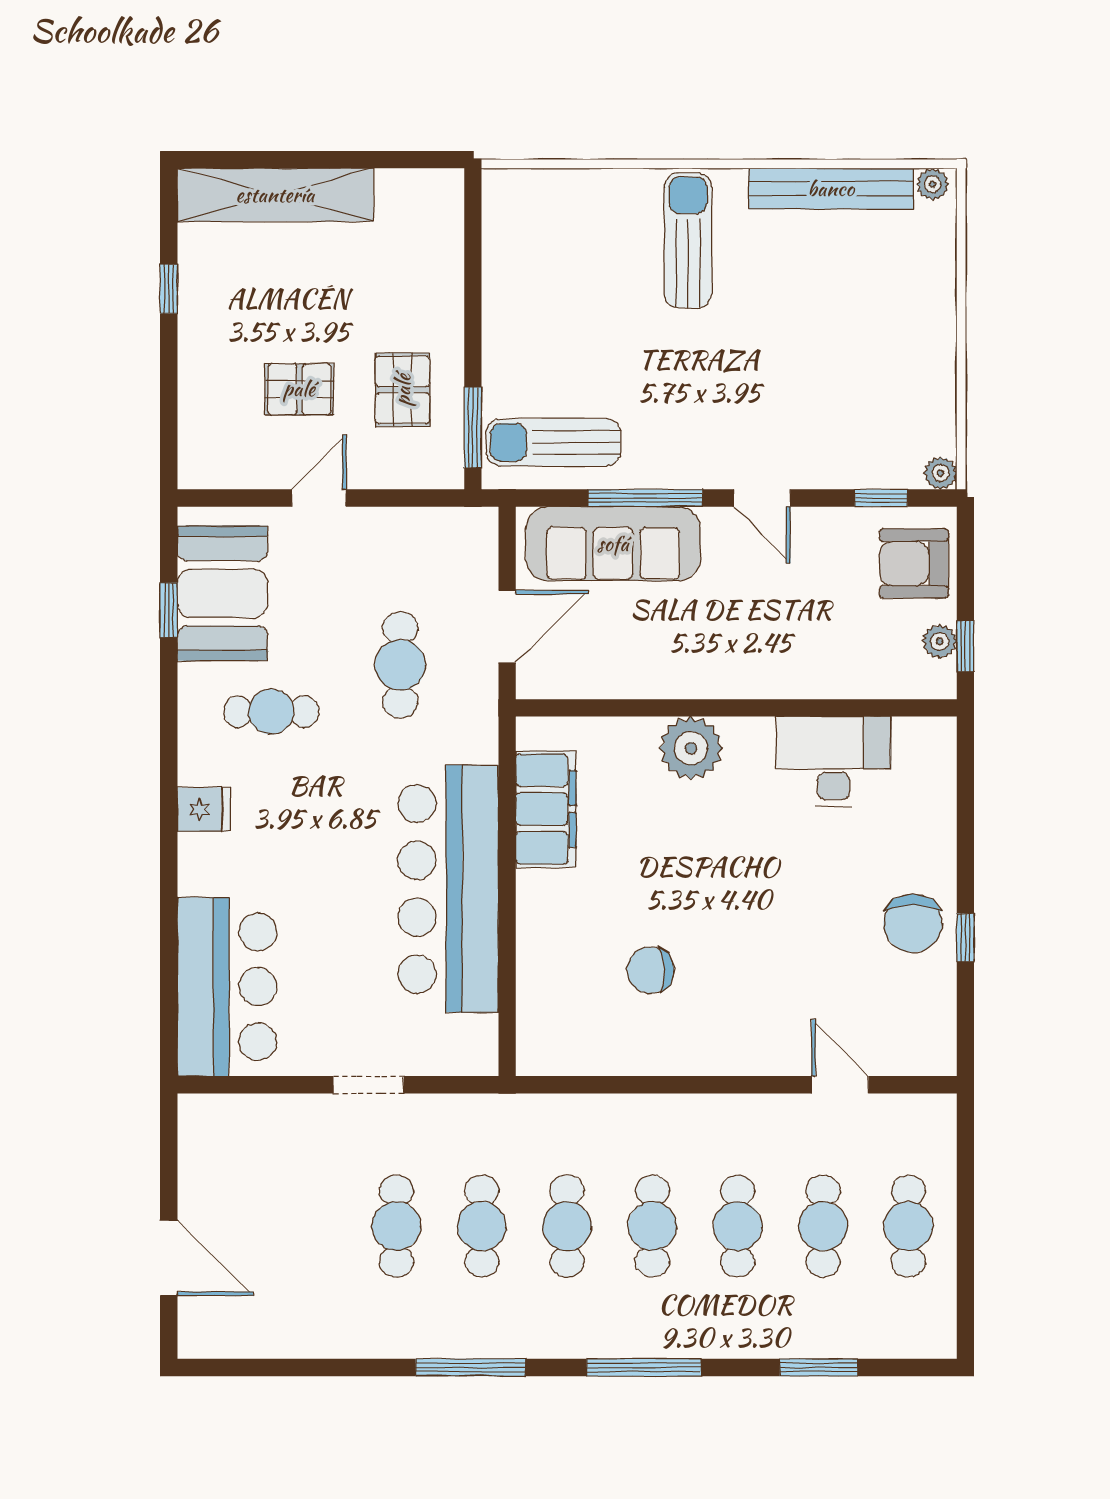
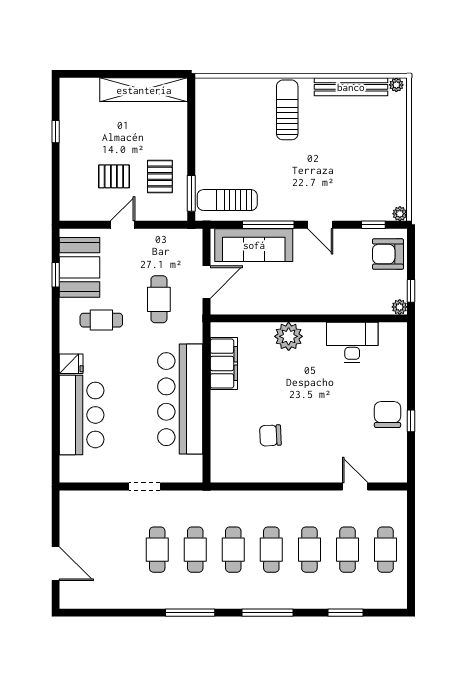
shelving: (275, 195) -> (144, 90), moved
plant: (940, 641) -> (400, 307), moved
chair: (913, 923) -> (387, 415), turned 180
bar counter: (227, 987) -> (82, 415), moved

